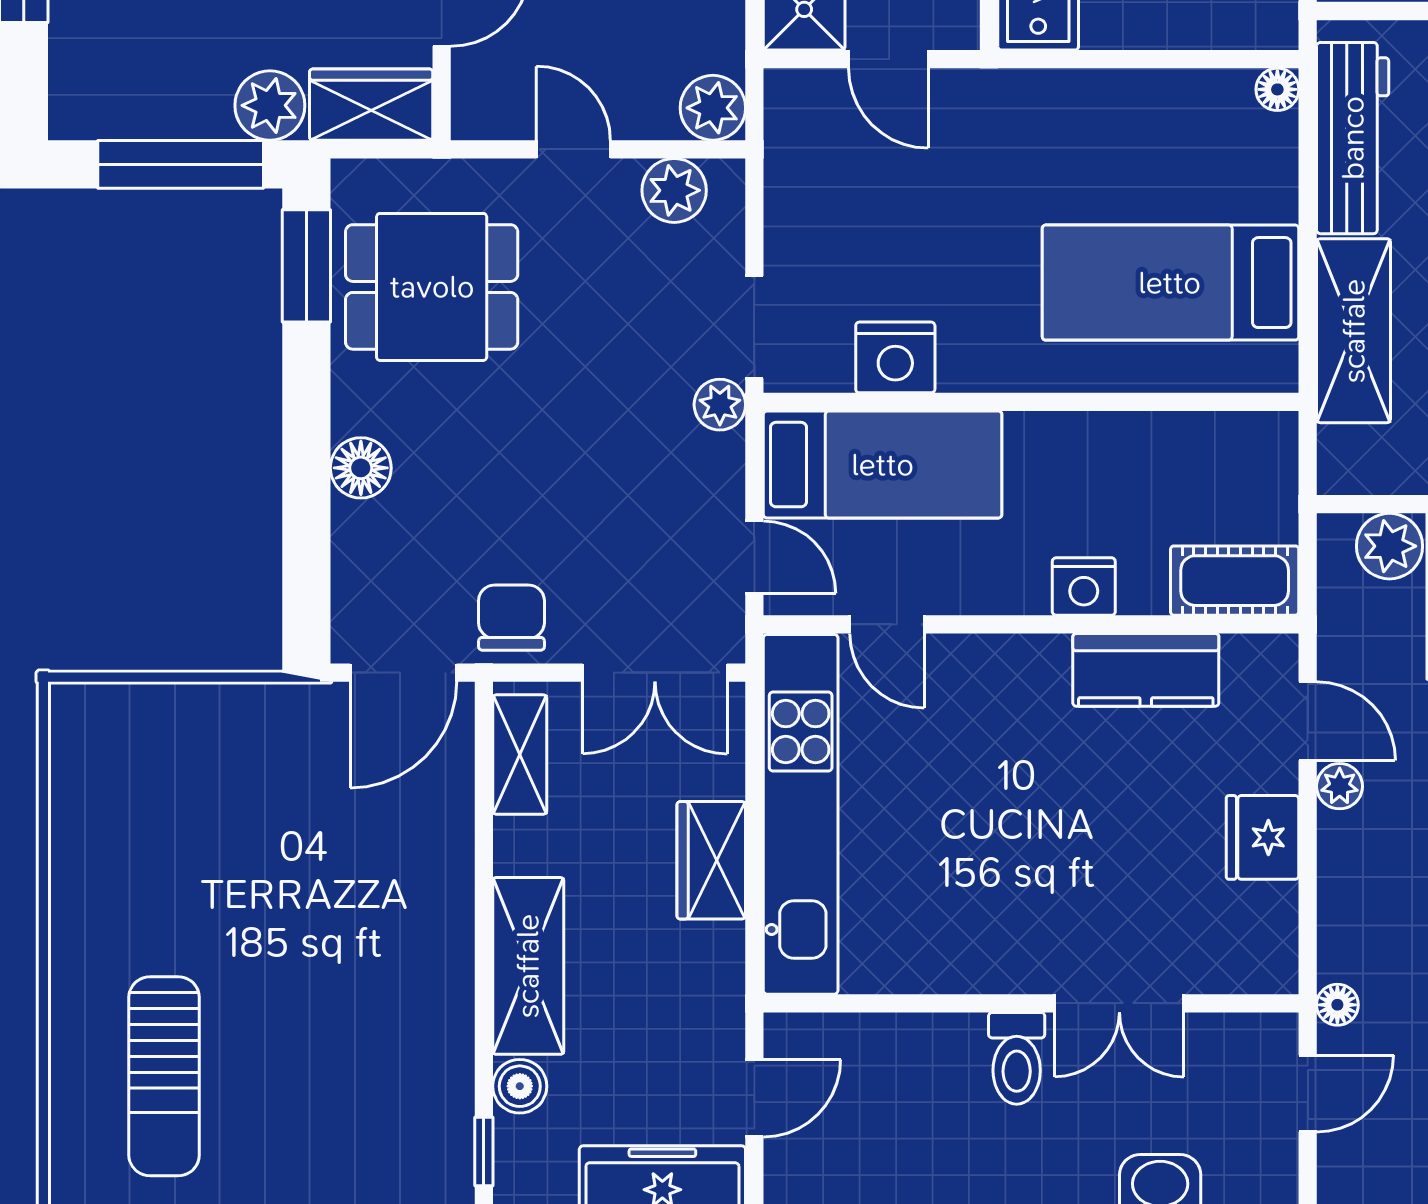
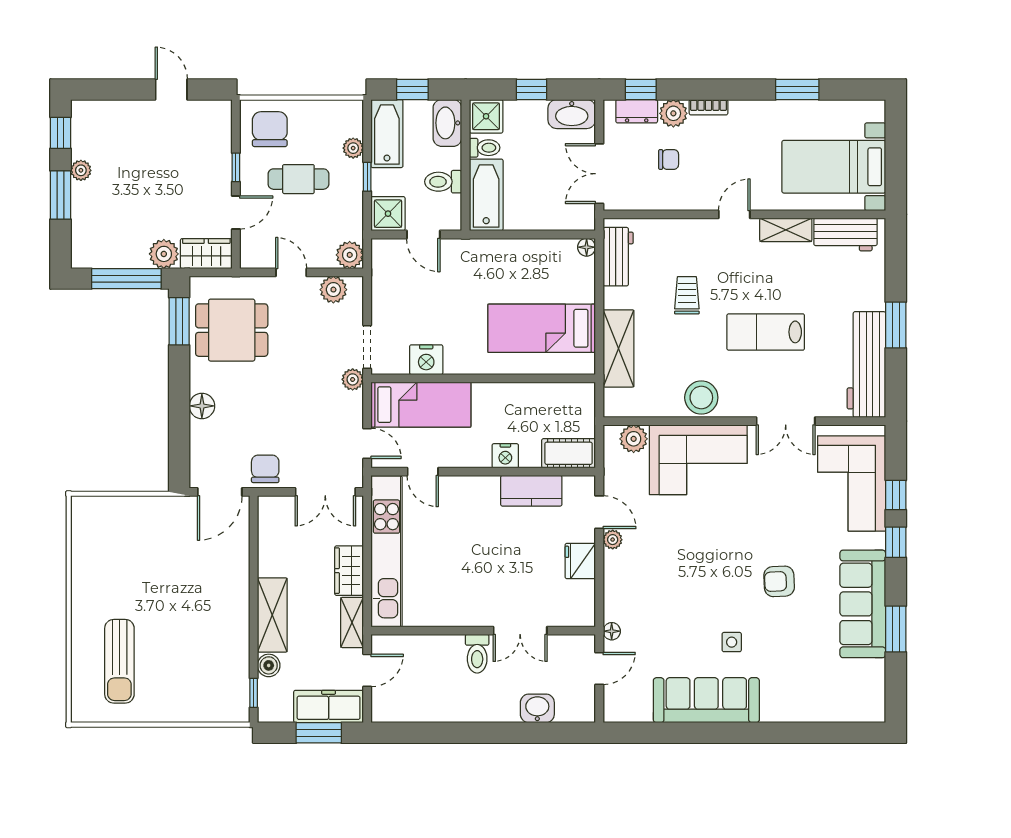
workbench: (1353, 138) -> (618, 257), width x0.73
shelving: (520, 755) -> (352, 622), moved

